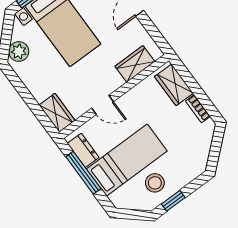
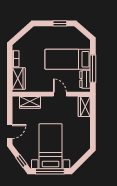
plant: (19, 52) -> (81, 149), removed
stool: (155, 183) -> (62, 38), removed

